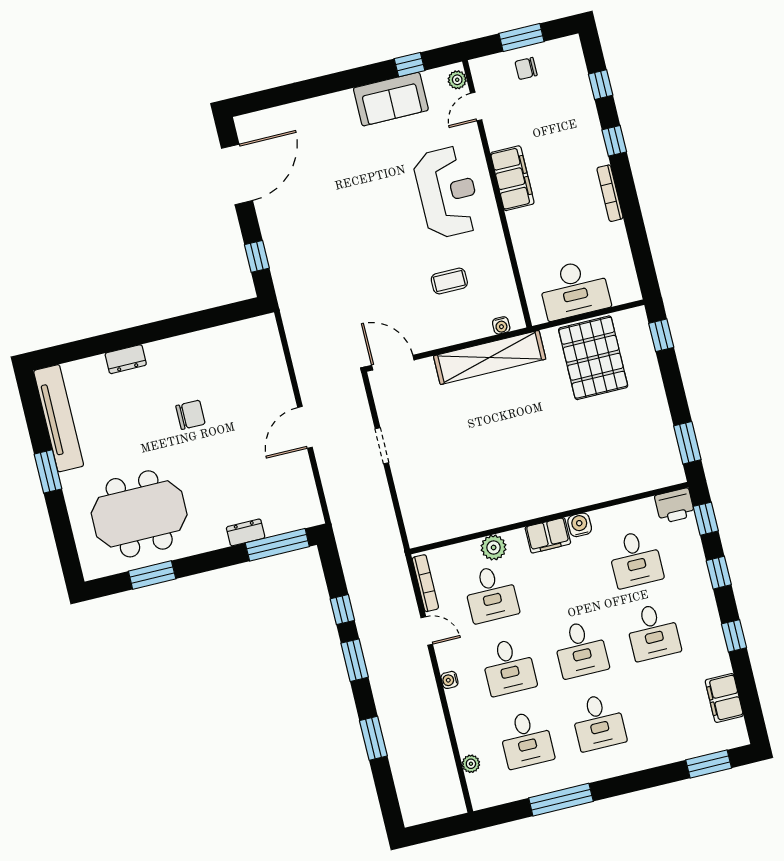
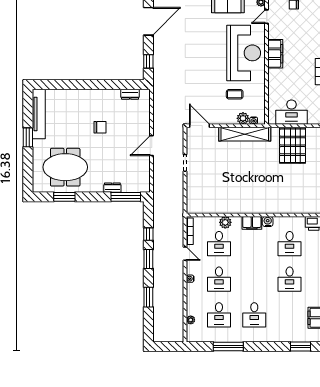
reception desk: (447, 192) -> (244, 53), width x1.36, depth x1.30
plant: (478, 326) -> (243, 118), added
dresser: (126, 359) -> (130, 94), moved
desk: (581, 649) -> (254, 279), removed

